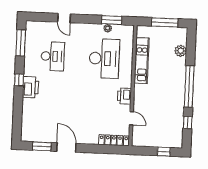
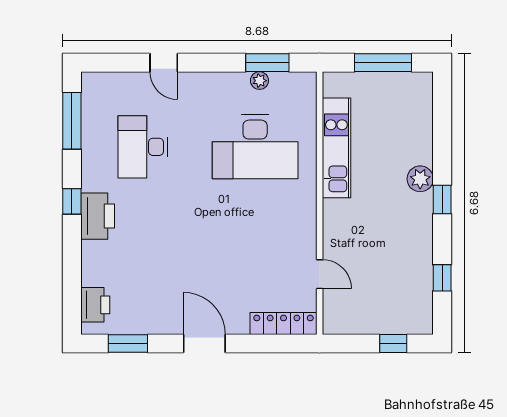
plant: (181, 51) -> (420, 179), moved
desk: (53, 56) -> (143, 147), turned 180
desk: (104, 59) -> (255, 147), turned 90
window: (189, 86) -> (442, 199), width x0.32
printer: (125, 96) -> (95, 305), moved, turned 180
door: (66, 147) -> (204, 344), moved

